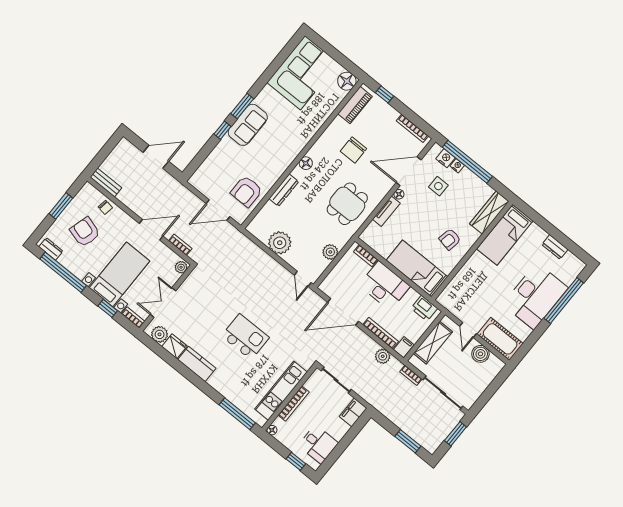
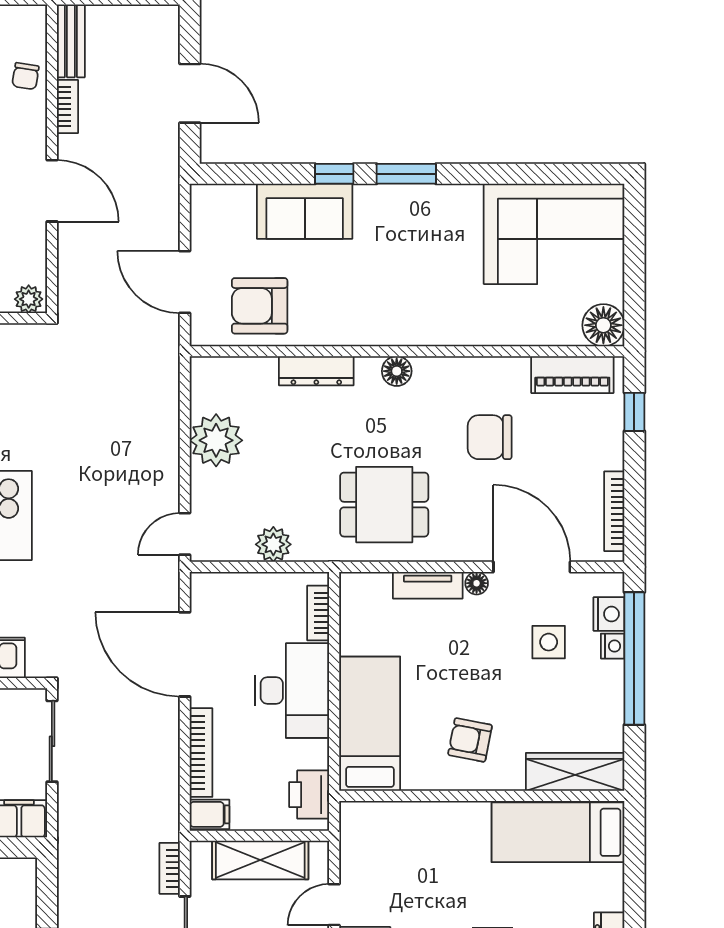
sofa: (248, 125) -> (305, 211), moved
bookcase: (180, 245) -> (68, 107), moved
plant: (383, 356) -> (163, 790), removed

